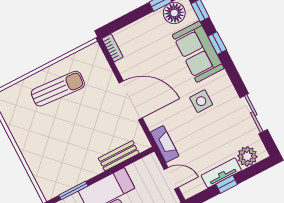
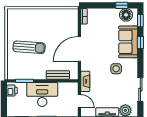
sun lounger: (58, 89) -> (29, 47), moved
door: (131, 100) -> (79, 49), swing flipped

